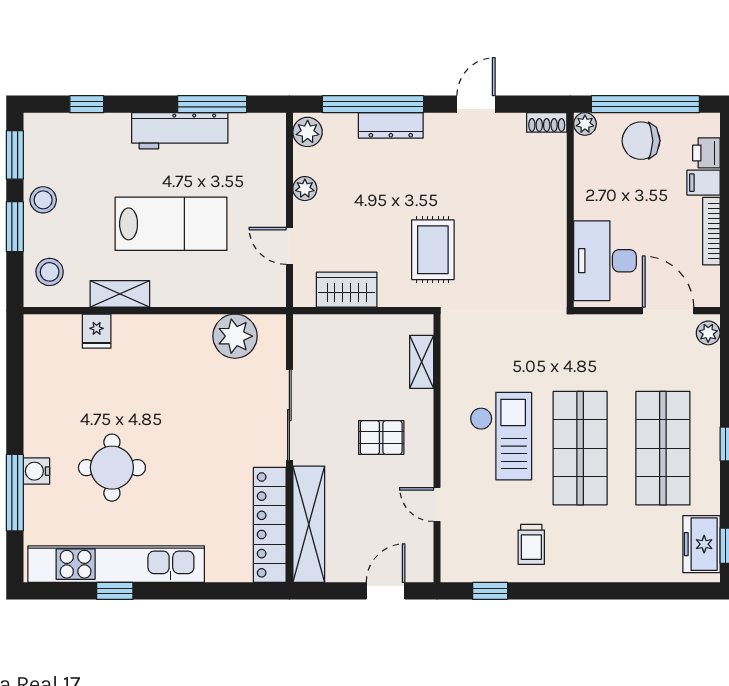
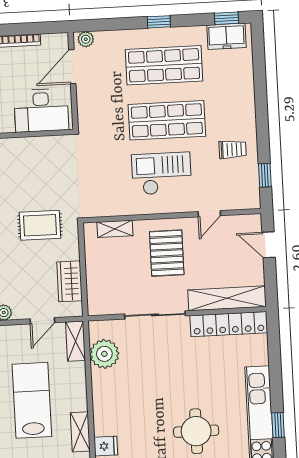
shelving: (256, 294) -> (75, 341), added
pallet: (381, 438) -> (167, 253), width x1.50, depth x1.42

